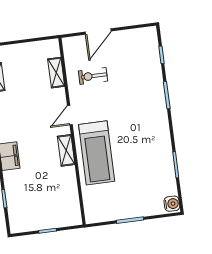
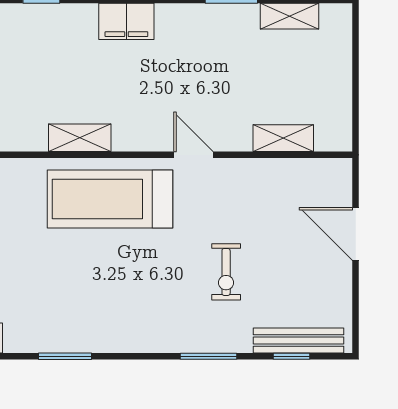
bench: (153, 52) -> (298, 341), added
exercise bike: (93, 76) -> (226, 272), moved, turned 180
shelving: (66, 150) -> (80, 138), moved

